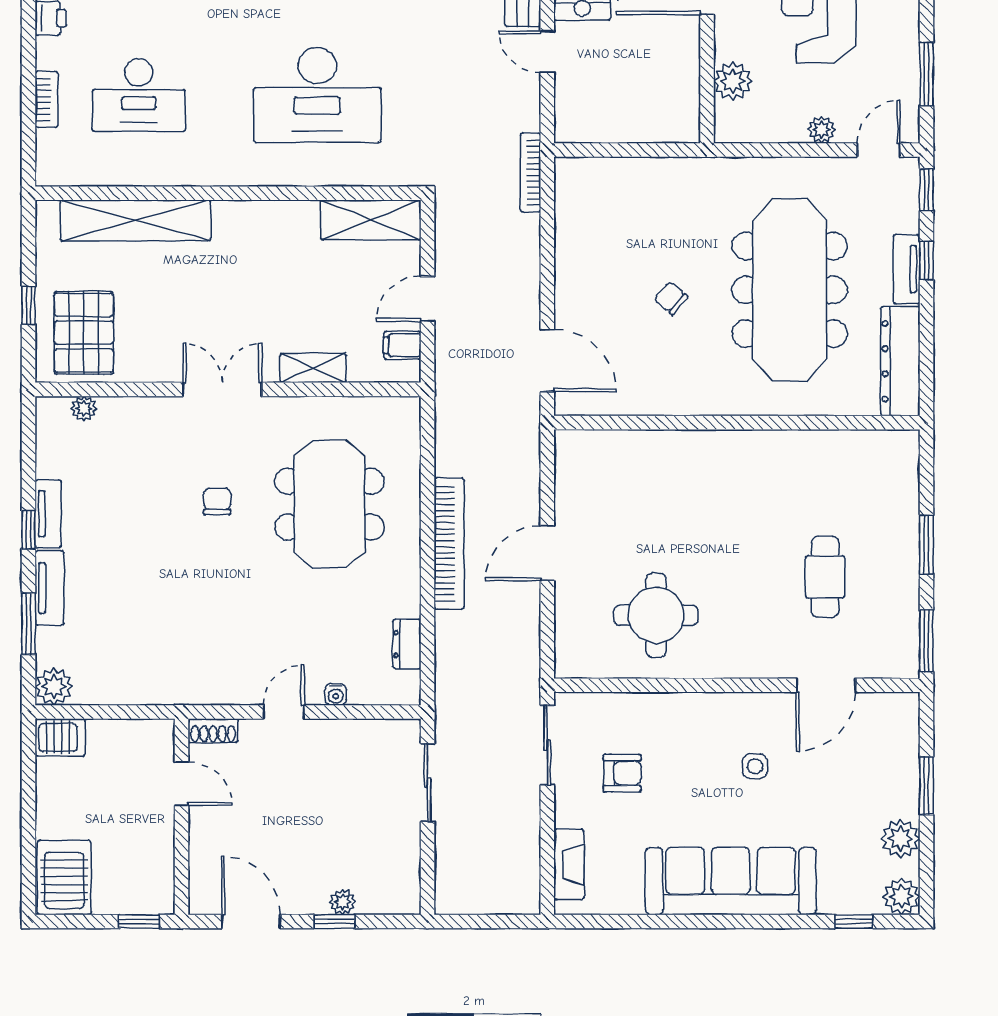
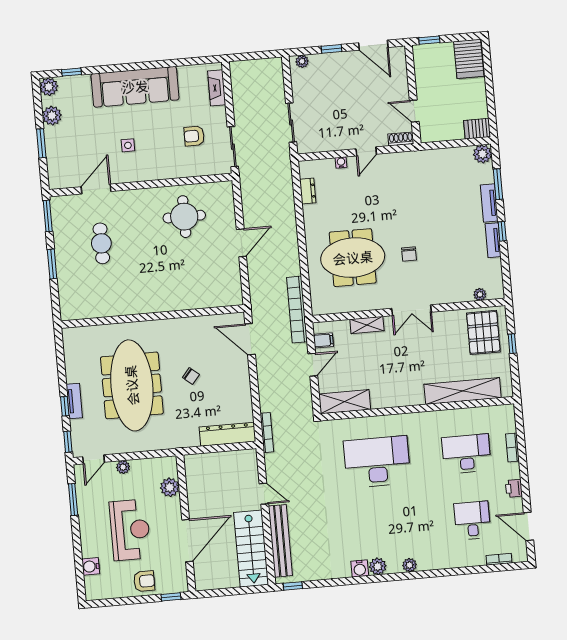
dresser: (900, 361) -> (228, 434), moved, turned -90
meeting table: (329, 504) -> (353, 258), turned 90
bookcase: (449, 544) -> (297, 310), moved
plant: (342, 902) -> (302, 61), moved

